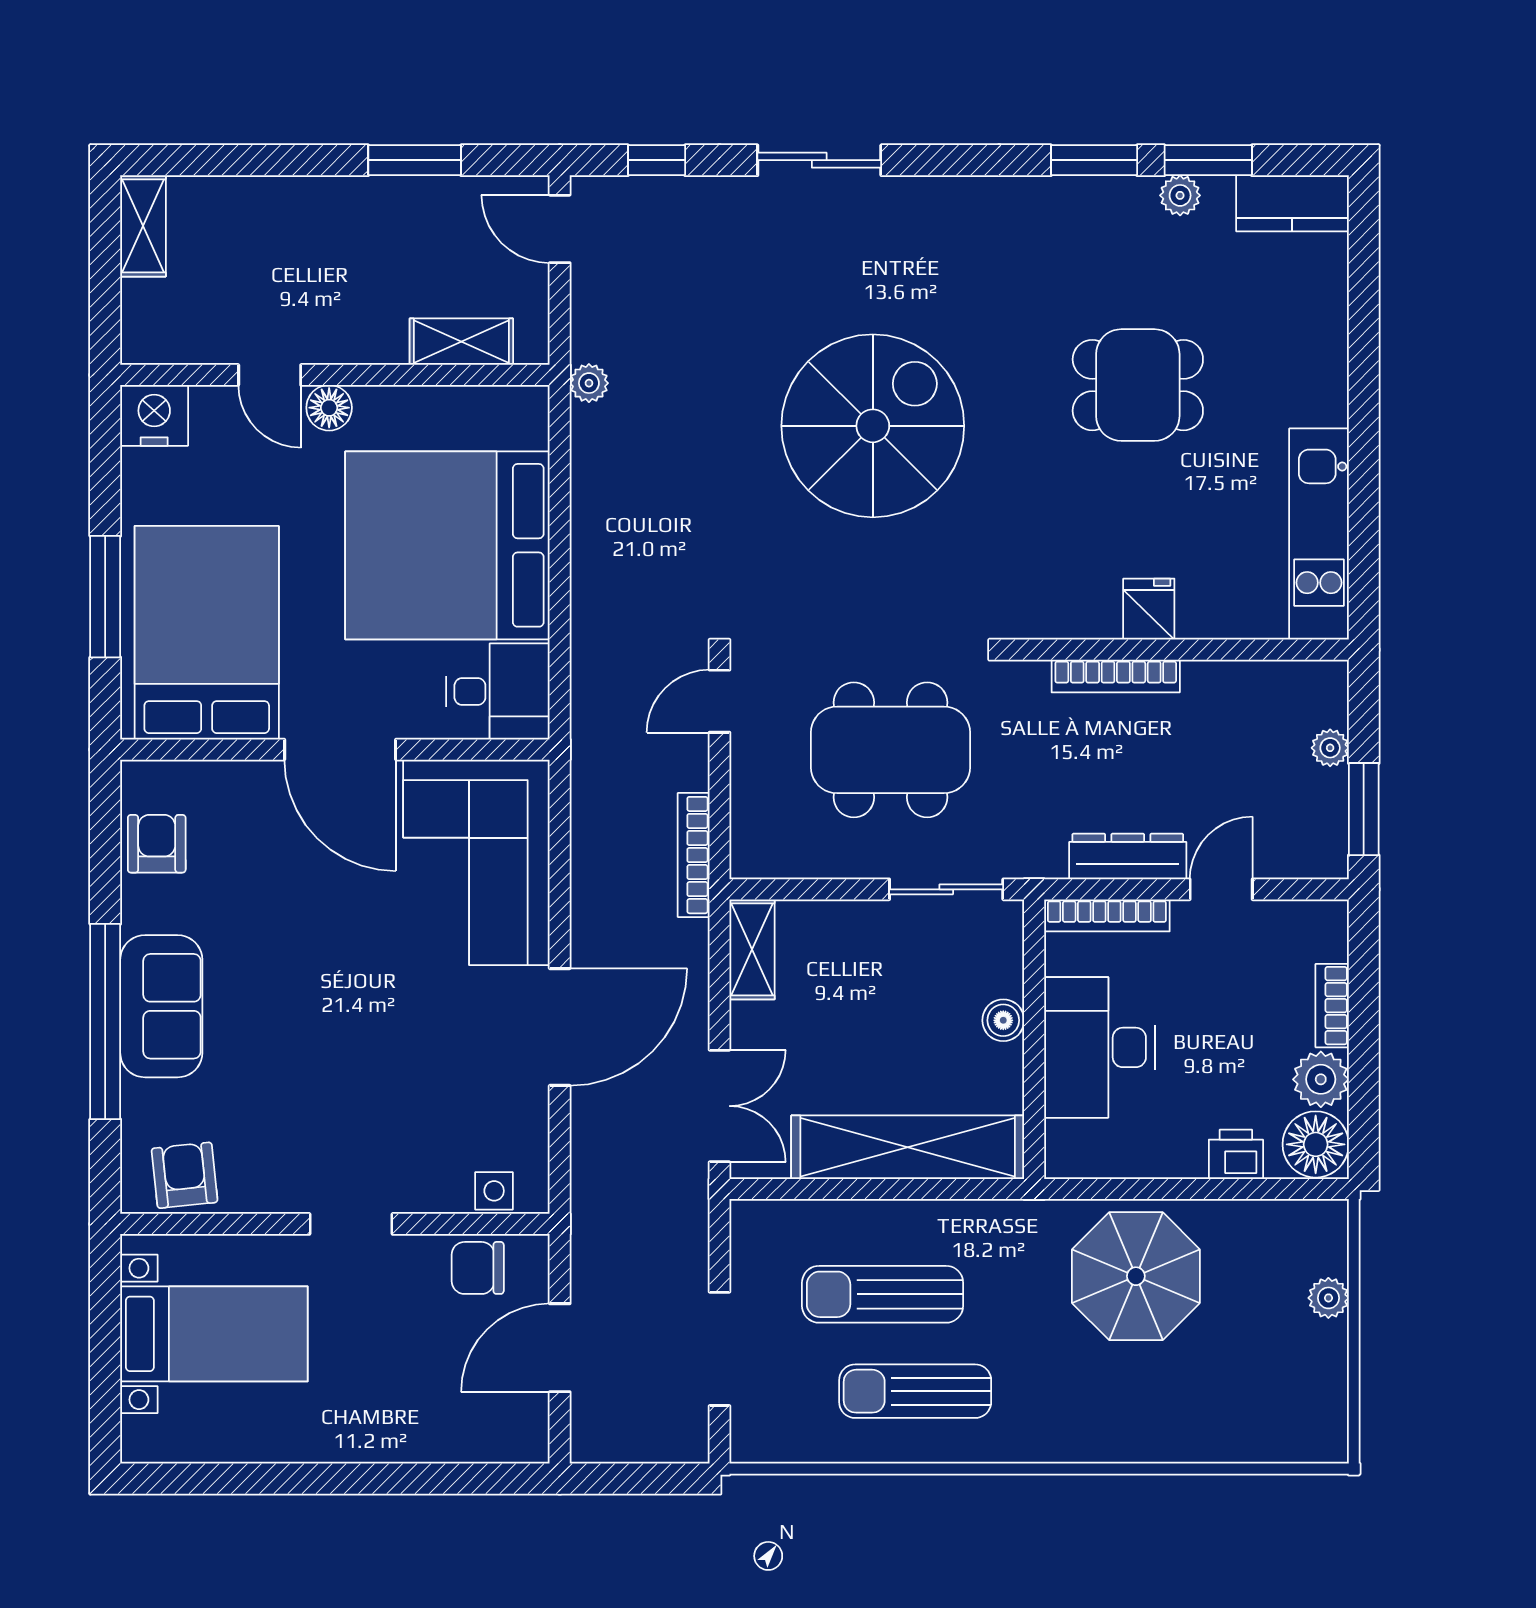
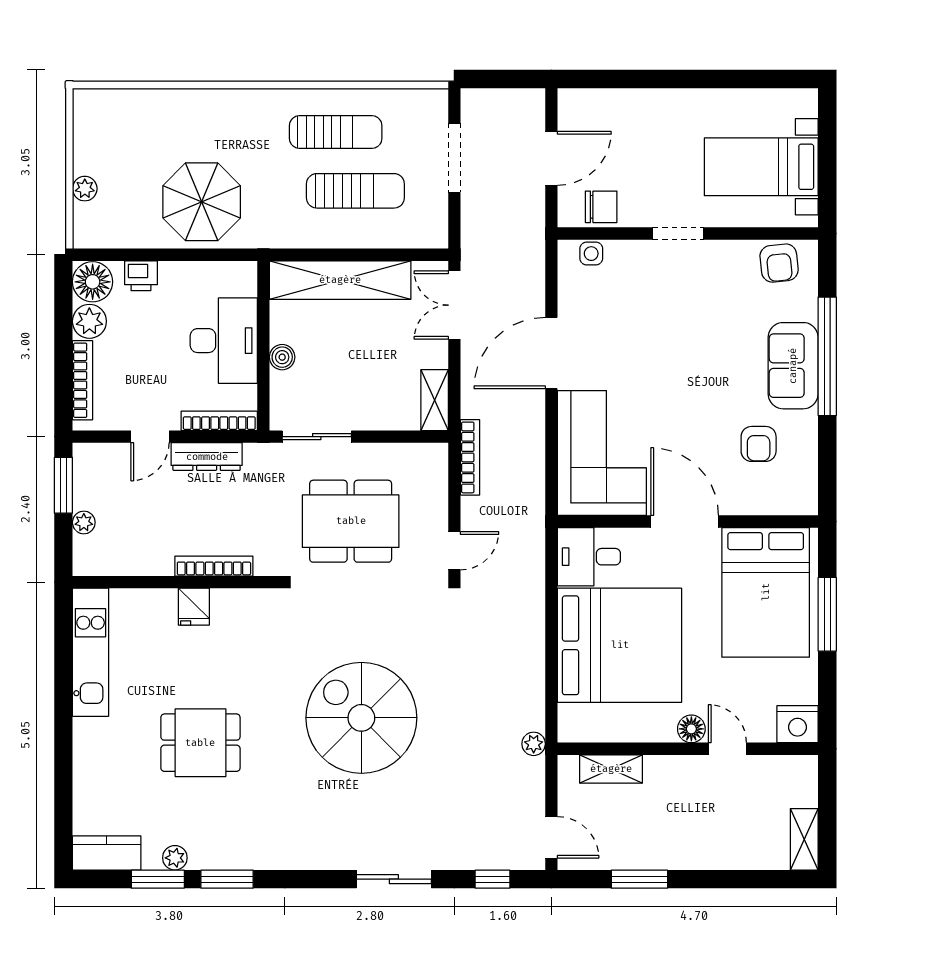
spiral stairs: (873, 426) -> (361, 718), turned 90
armchair: (157, 844) -> (759, 444), moved
bookcase: (1332, 1006) -> (83, 380), width x1.56

